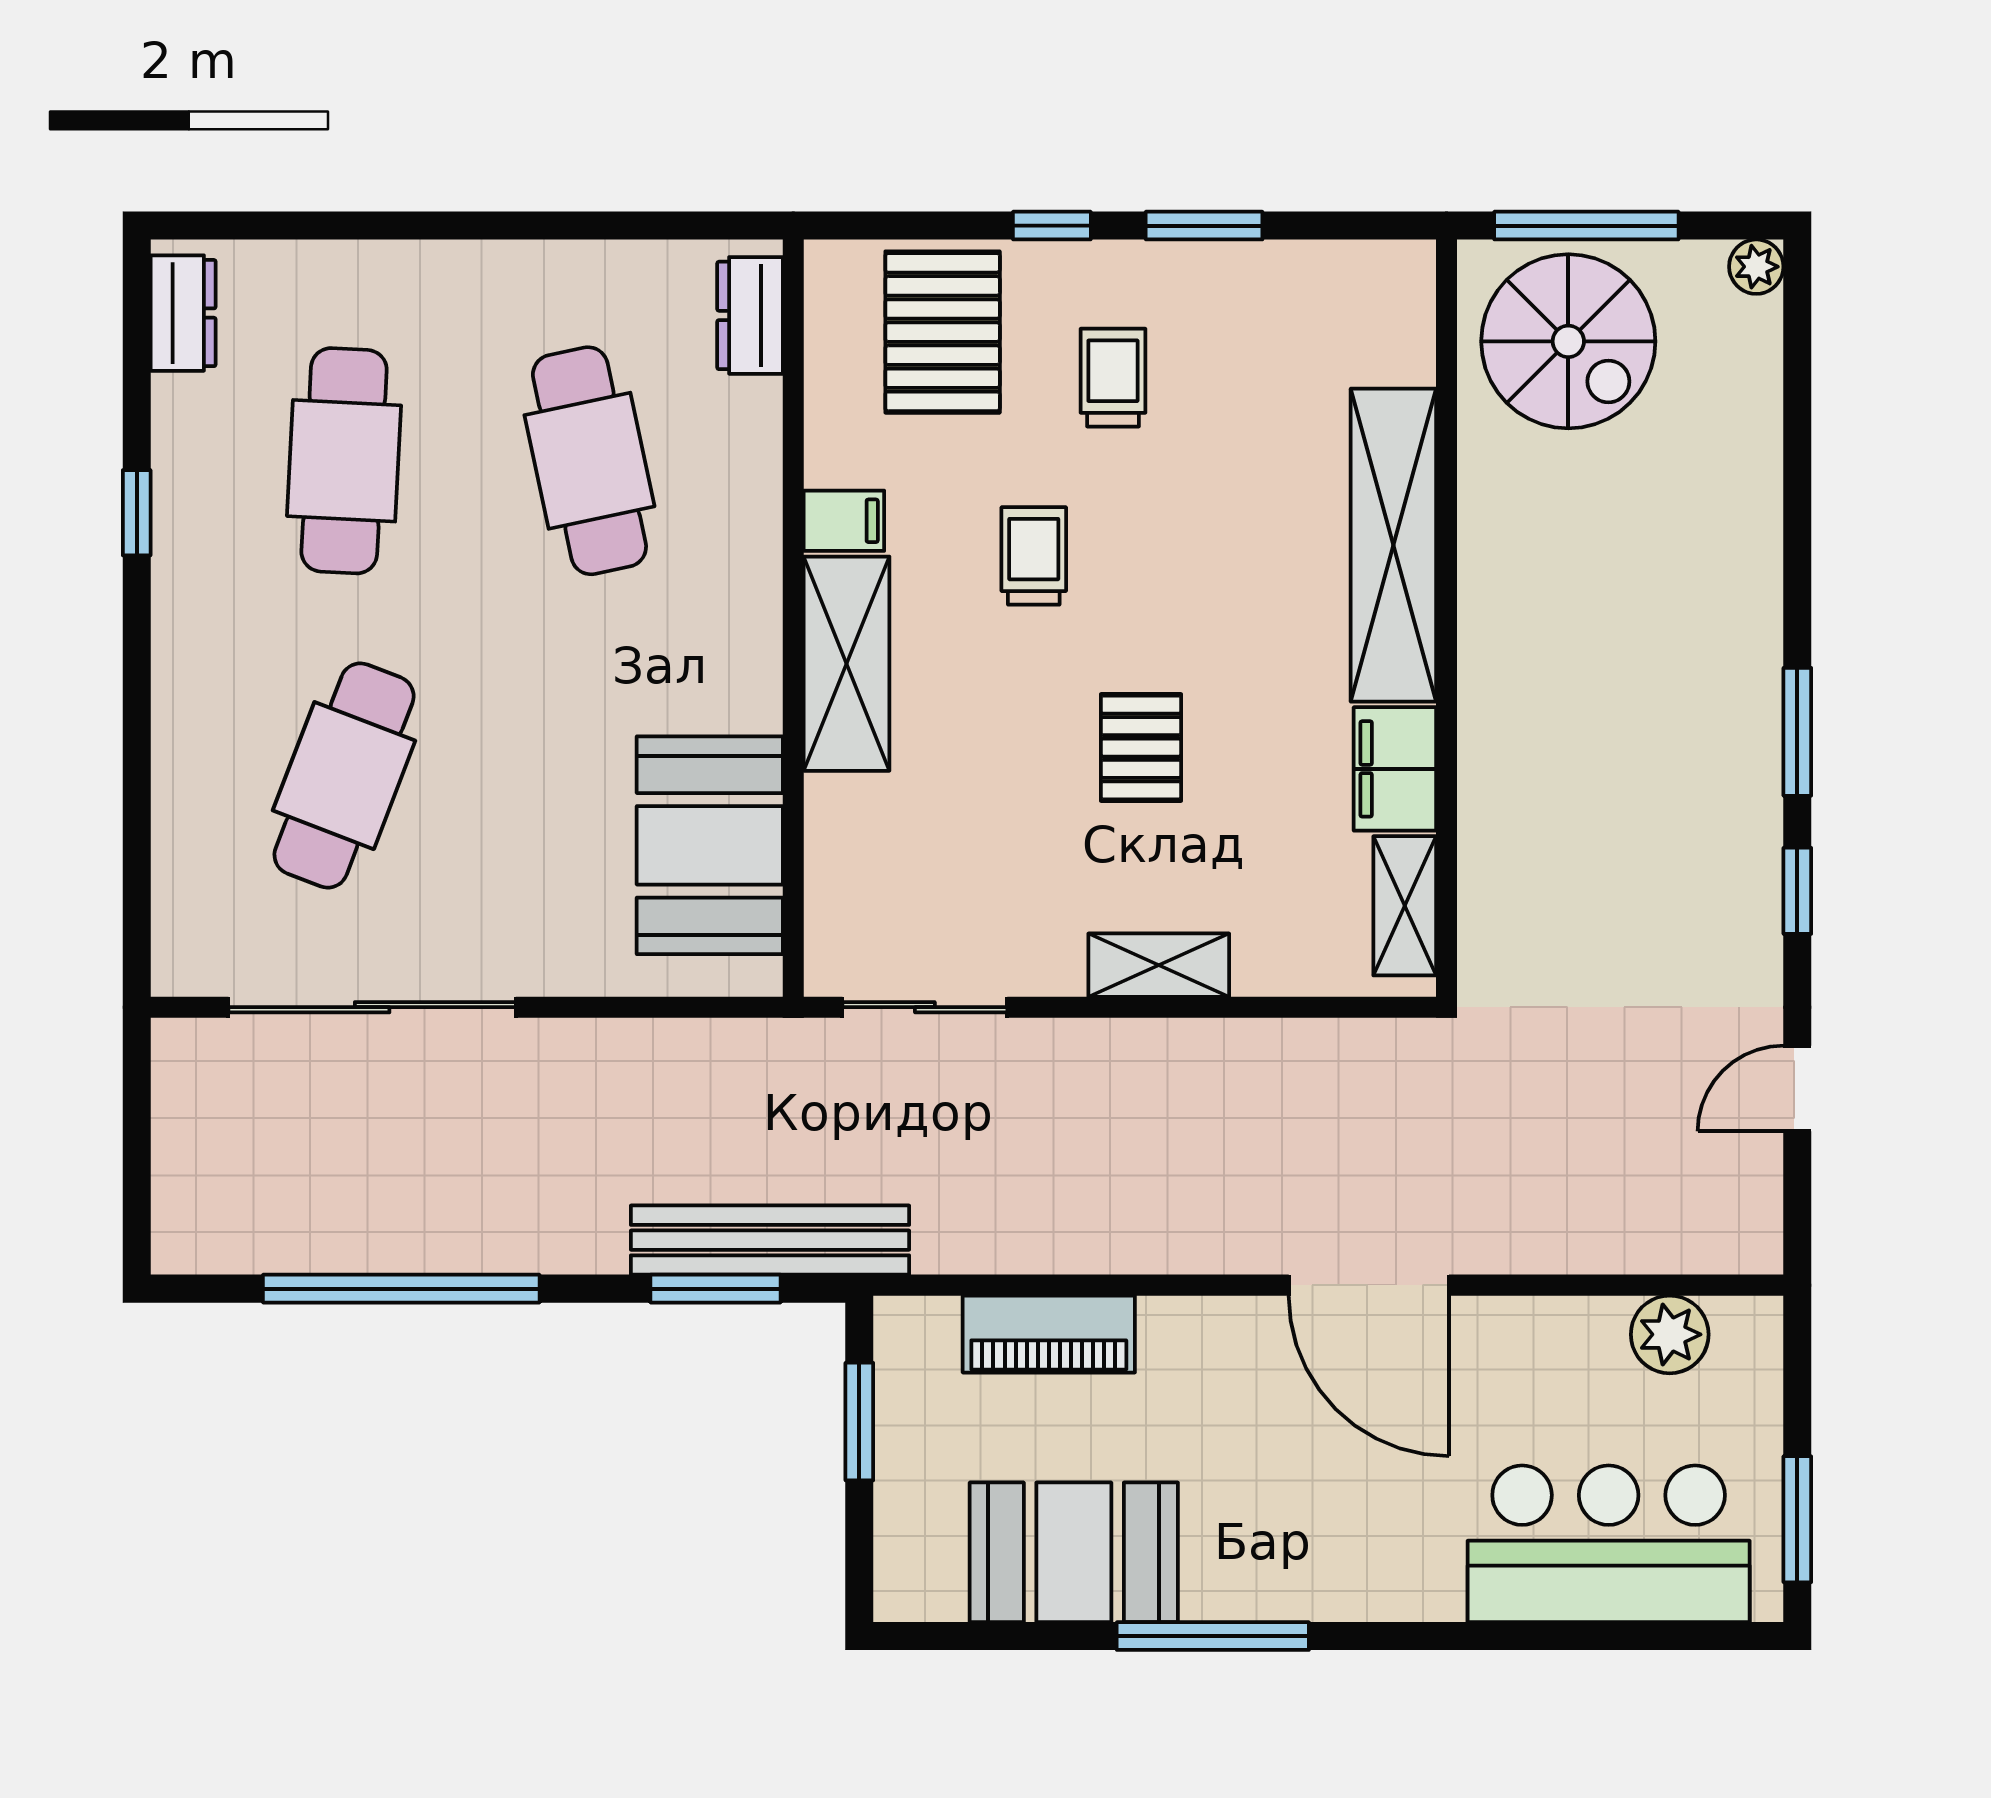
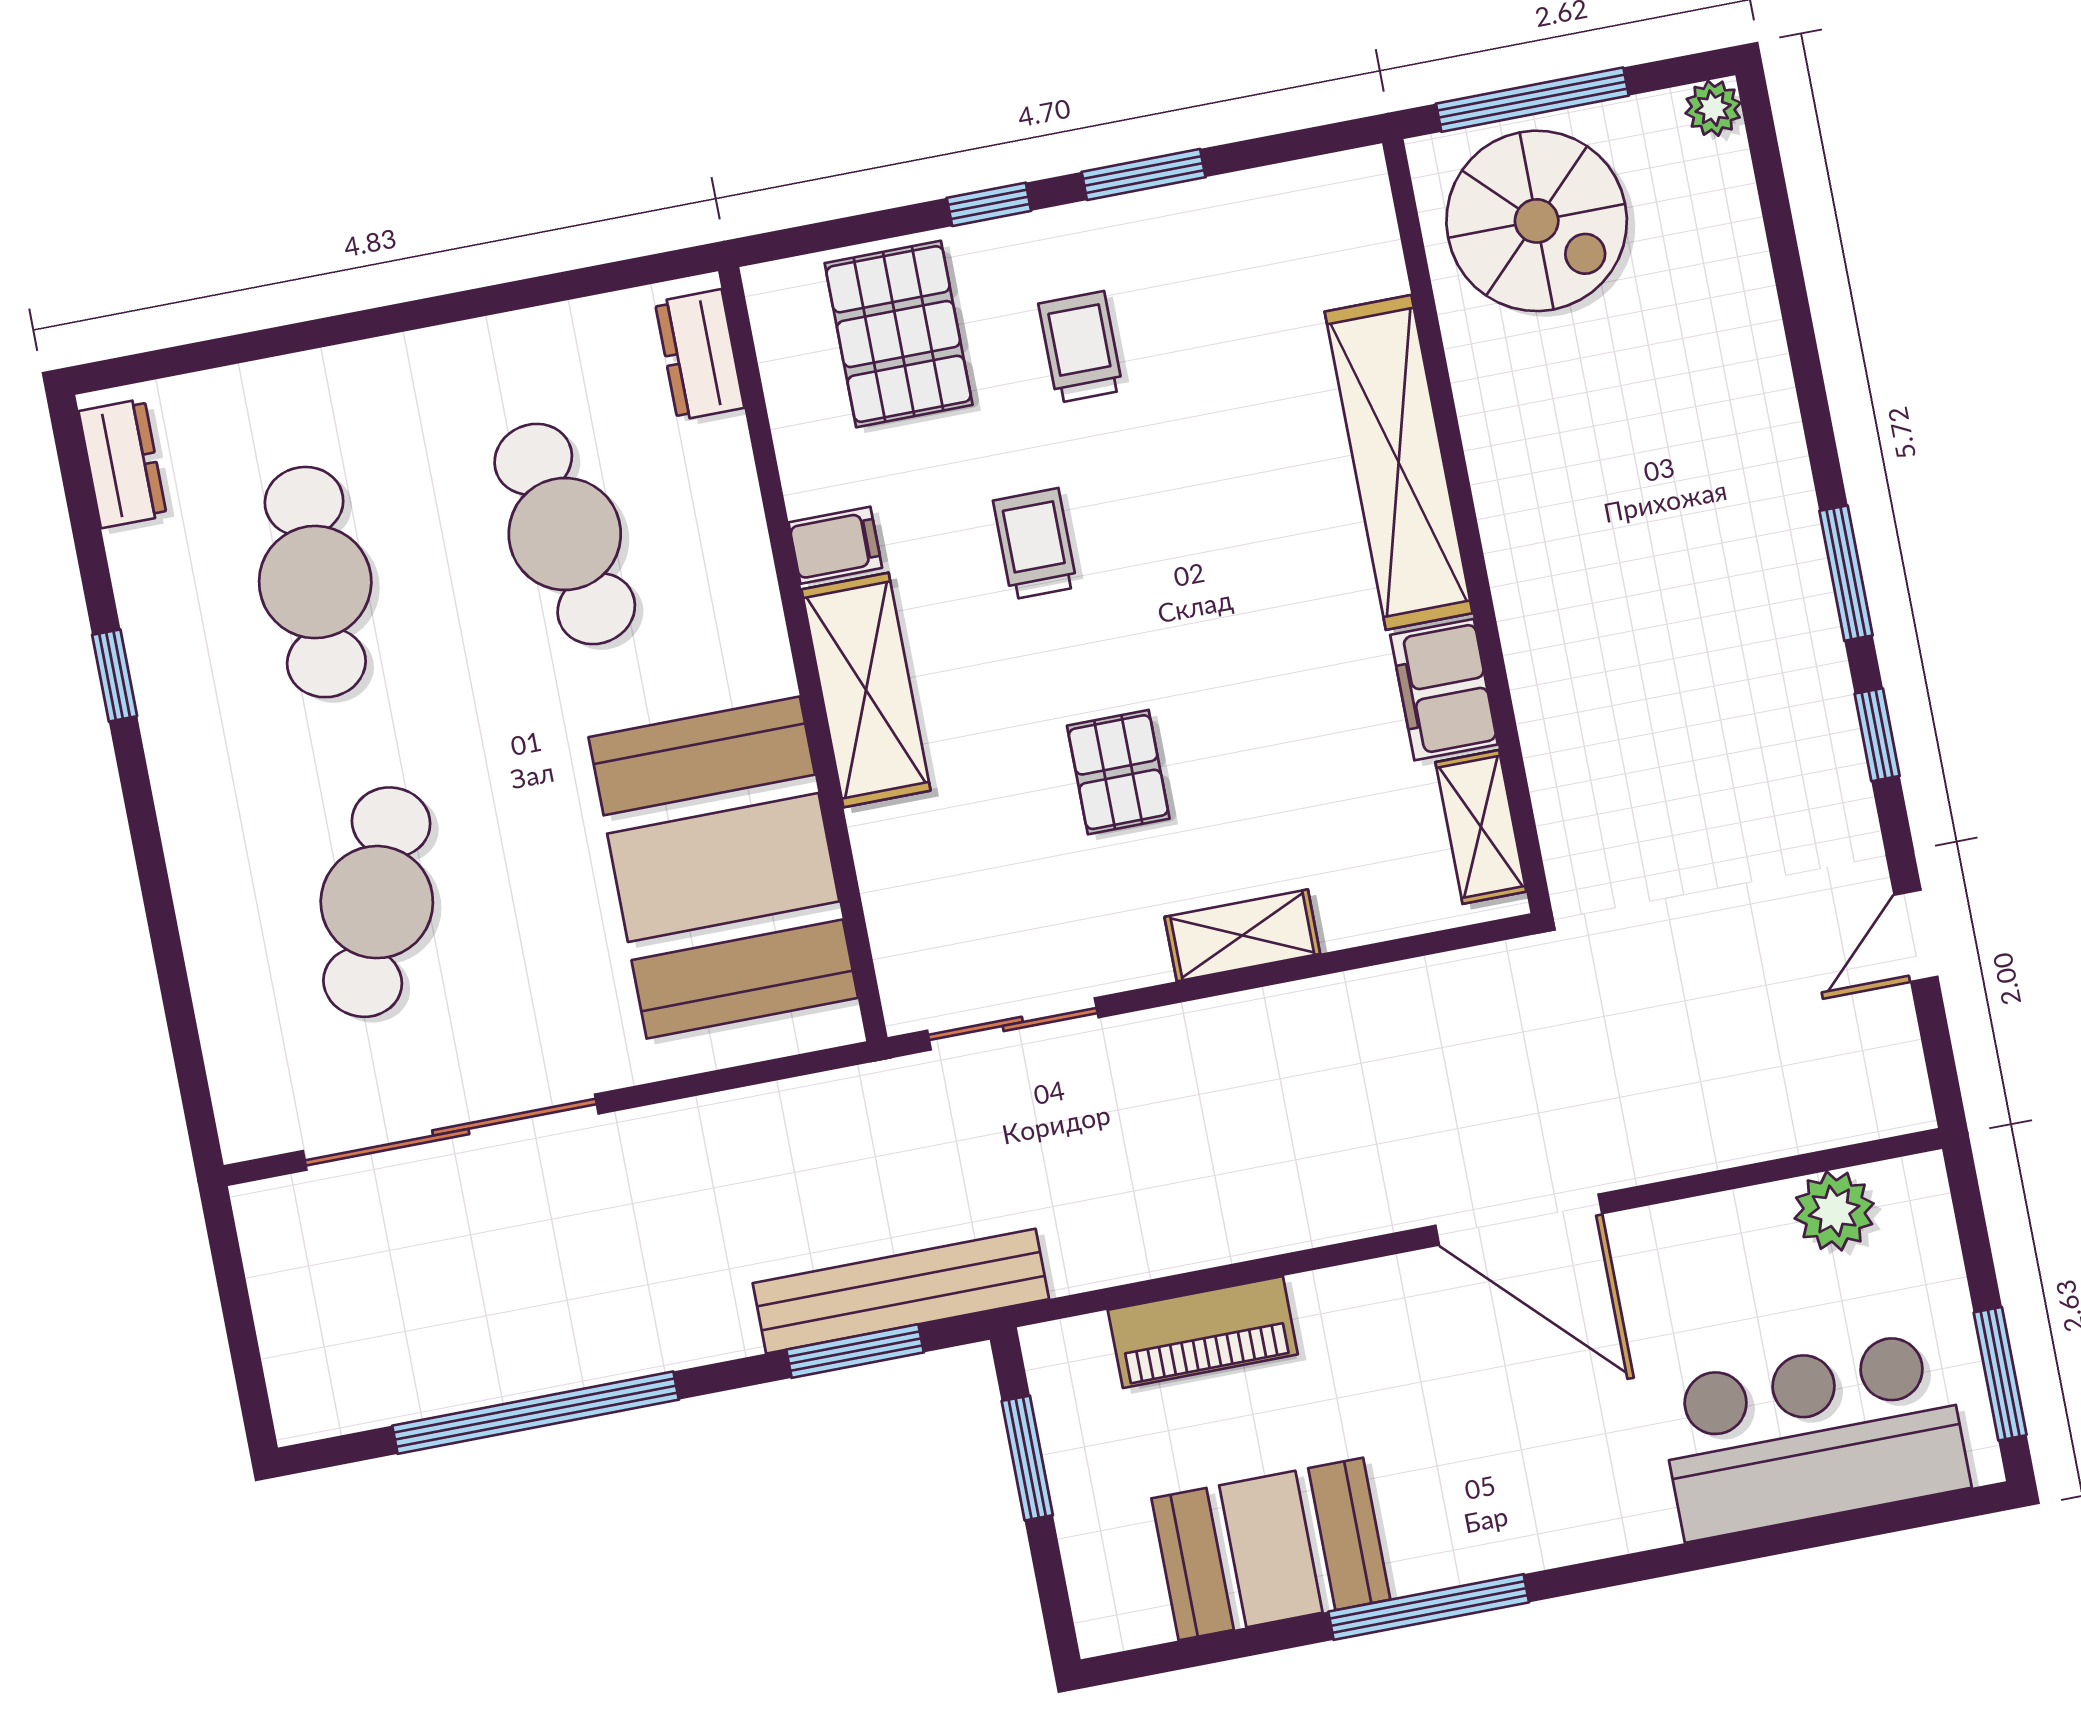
pallet: (1141, 748) -> (1118, 772), moved
booth: (710, 845) -> (723, 867), width x1.36, depth x1.42

